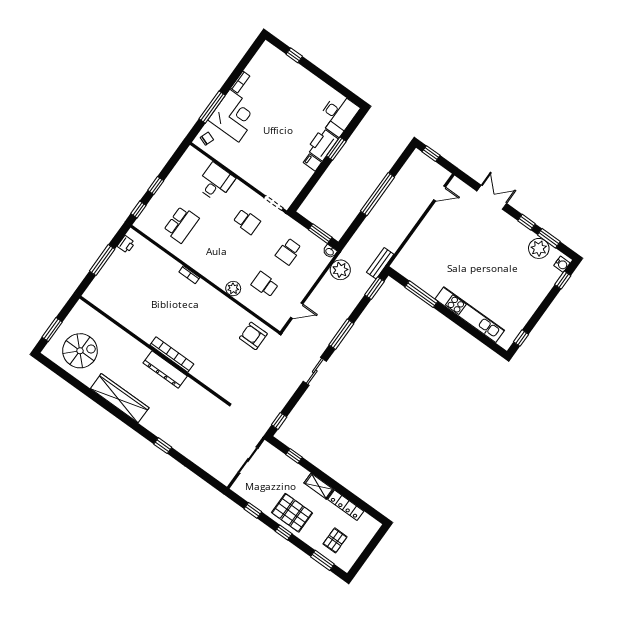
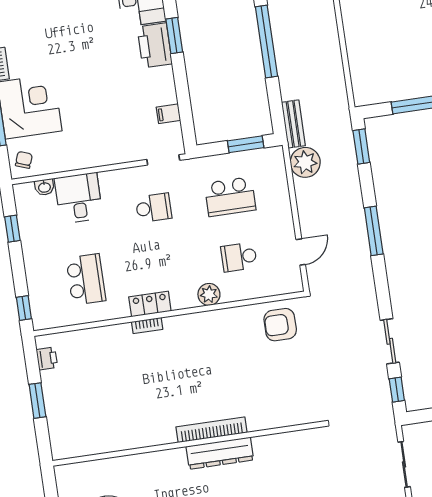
filing cabinet: (312, 162) -> (168, 114), moved
window: (156, 185) -> (12, 229), moved
washbasin: (330, 251) -> (44, 187), moved
school desk: (289, 252) -> (230, 197), width x1.85
window: (102, 260) -> (37, 401), width x0.69
bench: (380, 263) -> (293, 124), moved
locker: (201, 266) -> (150, 304), added
sliding door: (315, 371) -> (390, 341), moved

